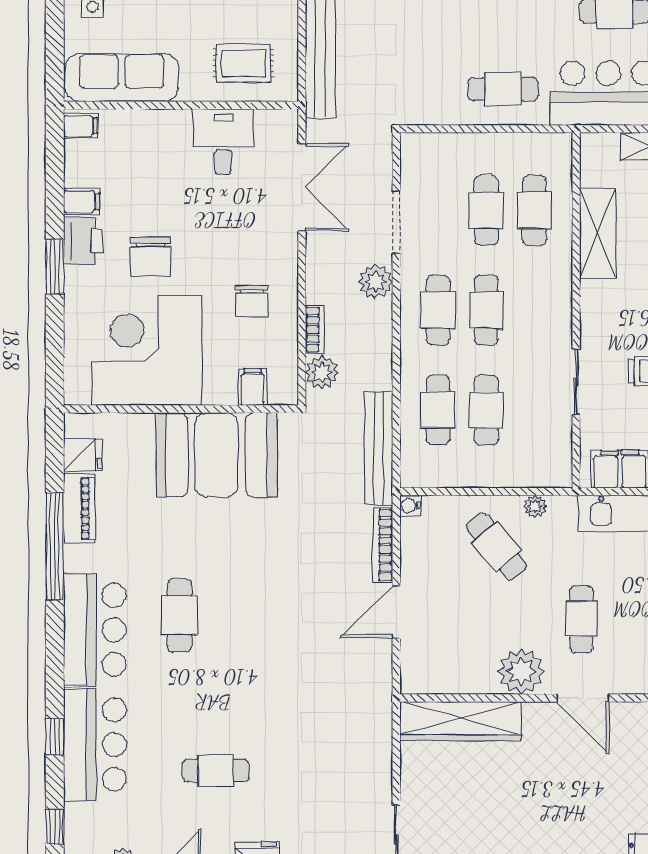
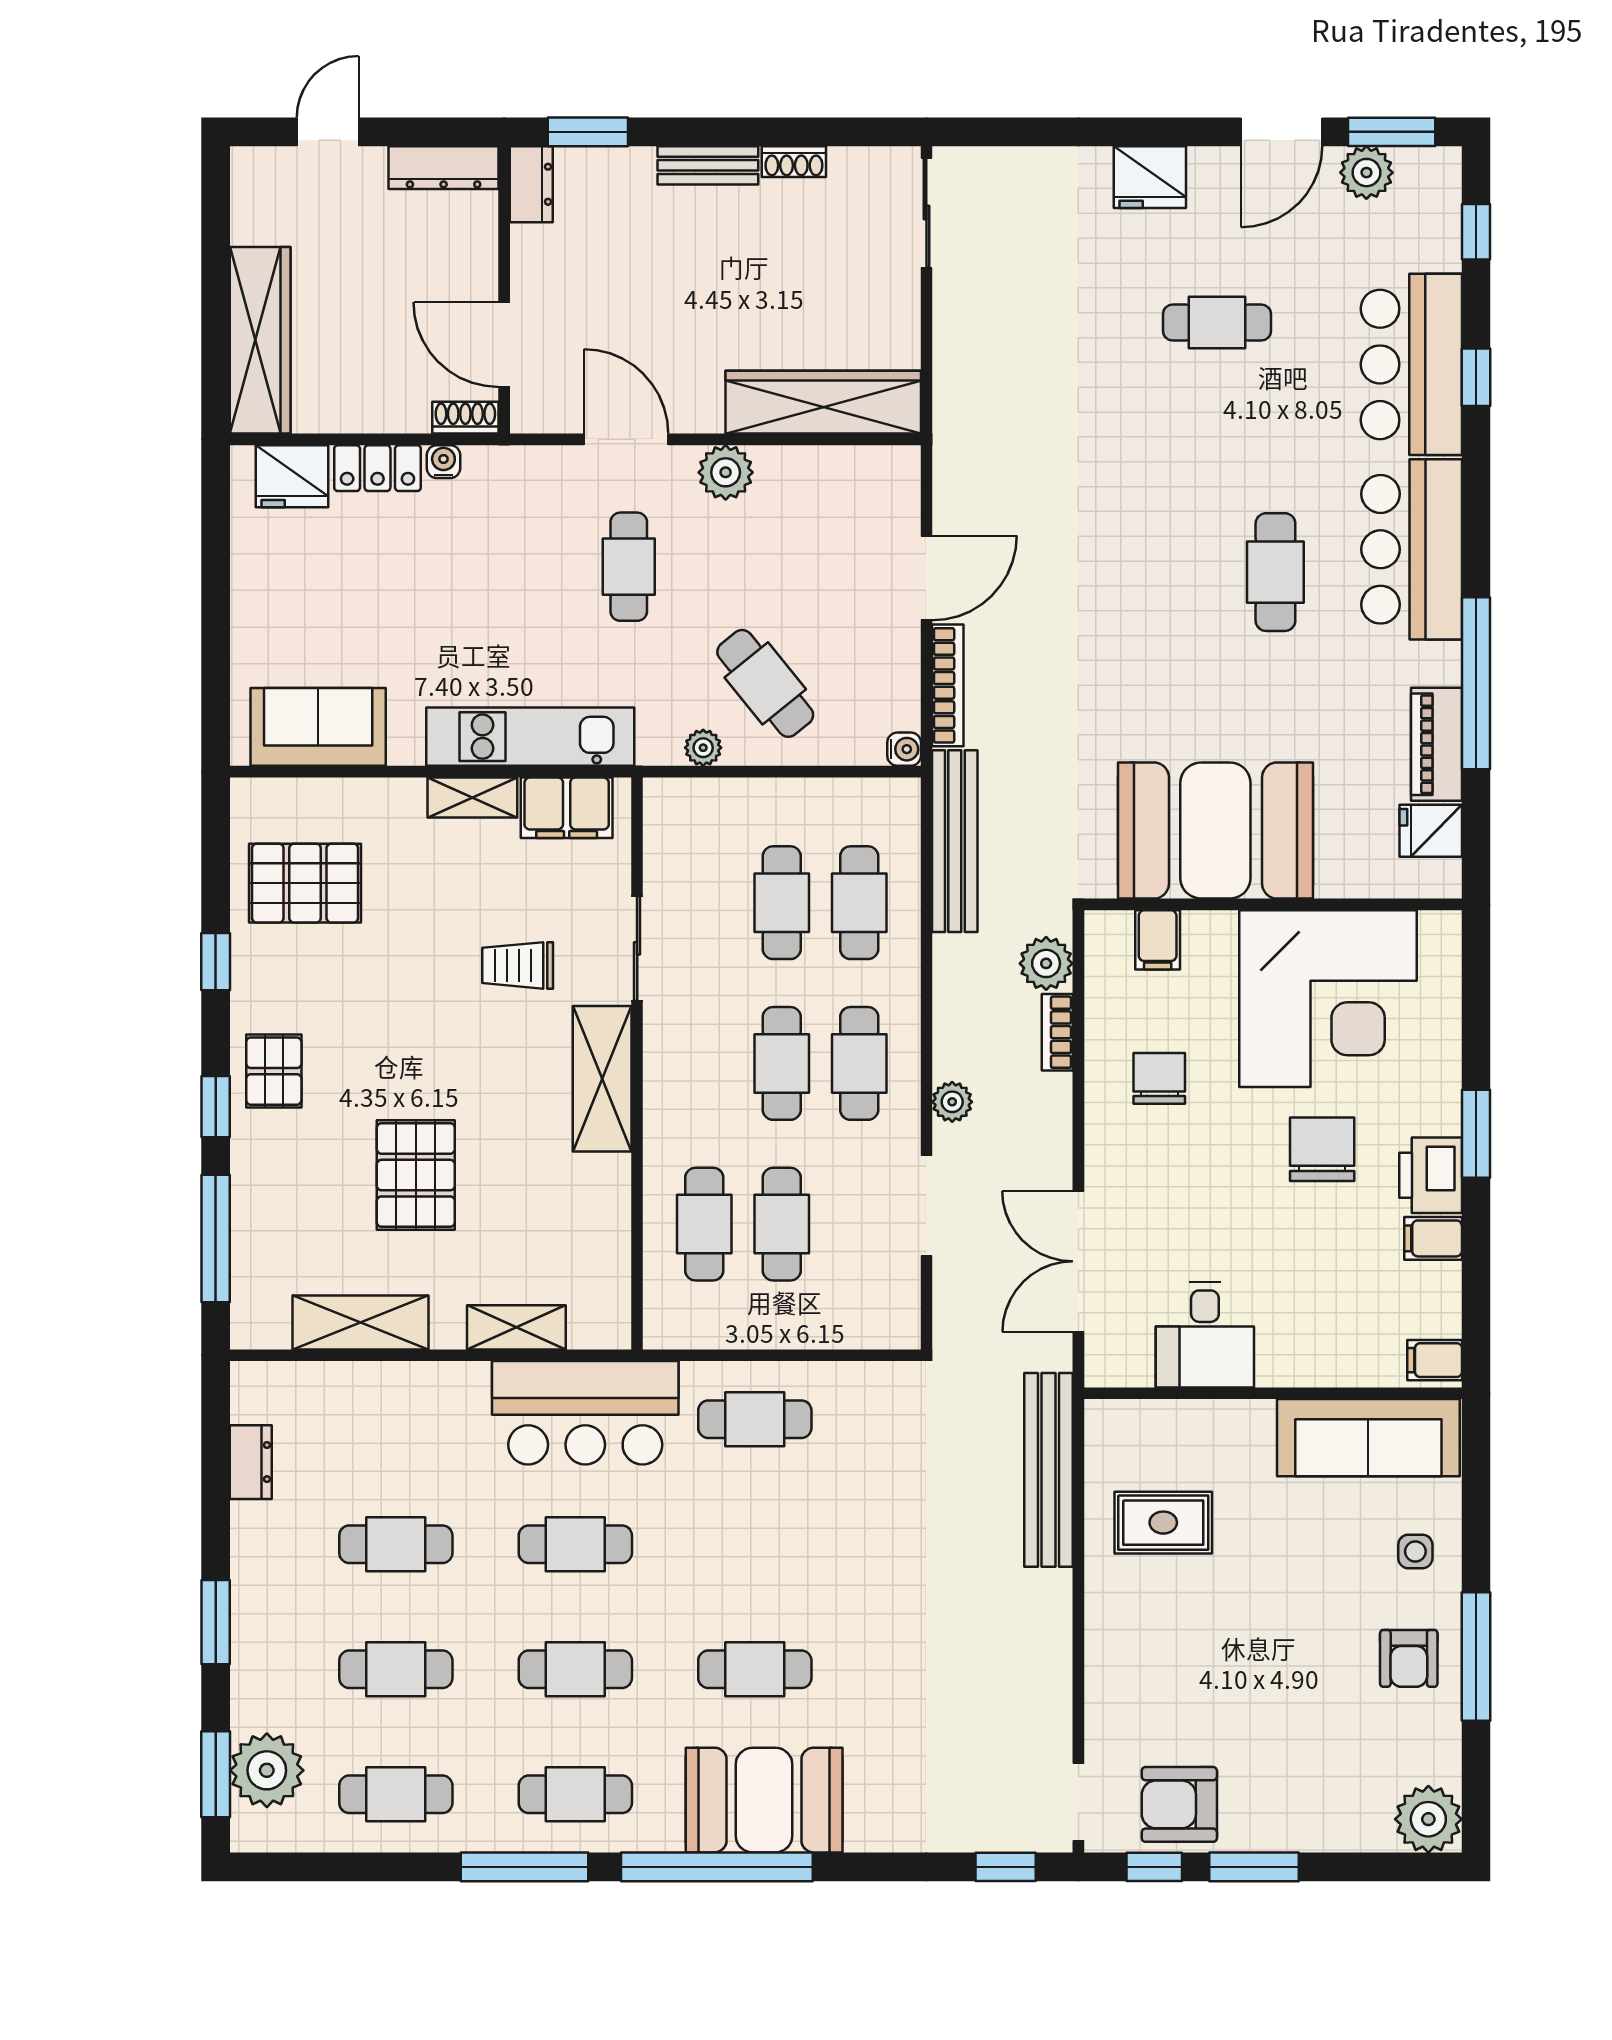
rug: (244, 63) -> (1163, 1523), moved
shelving: (598, 233) -> (602, 1079), moved
plant: (376, 282) -> (952, 1102), width x0.73, depth x0.73
plant: (521, 671) -> (726, 472), width x0.73, depth x0.73

